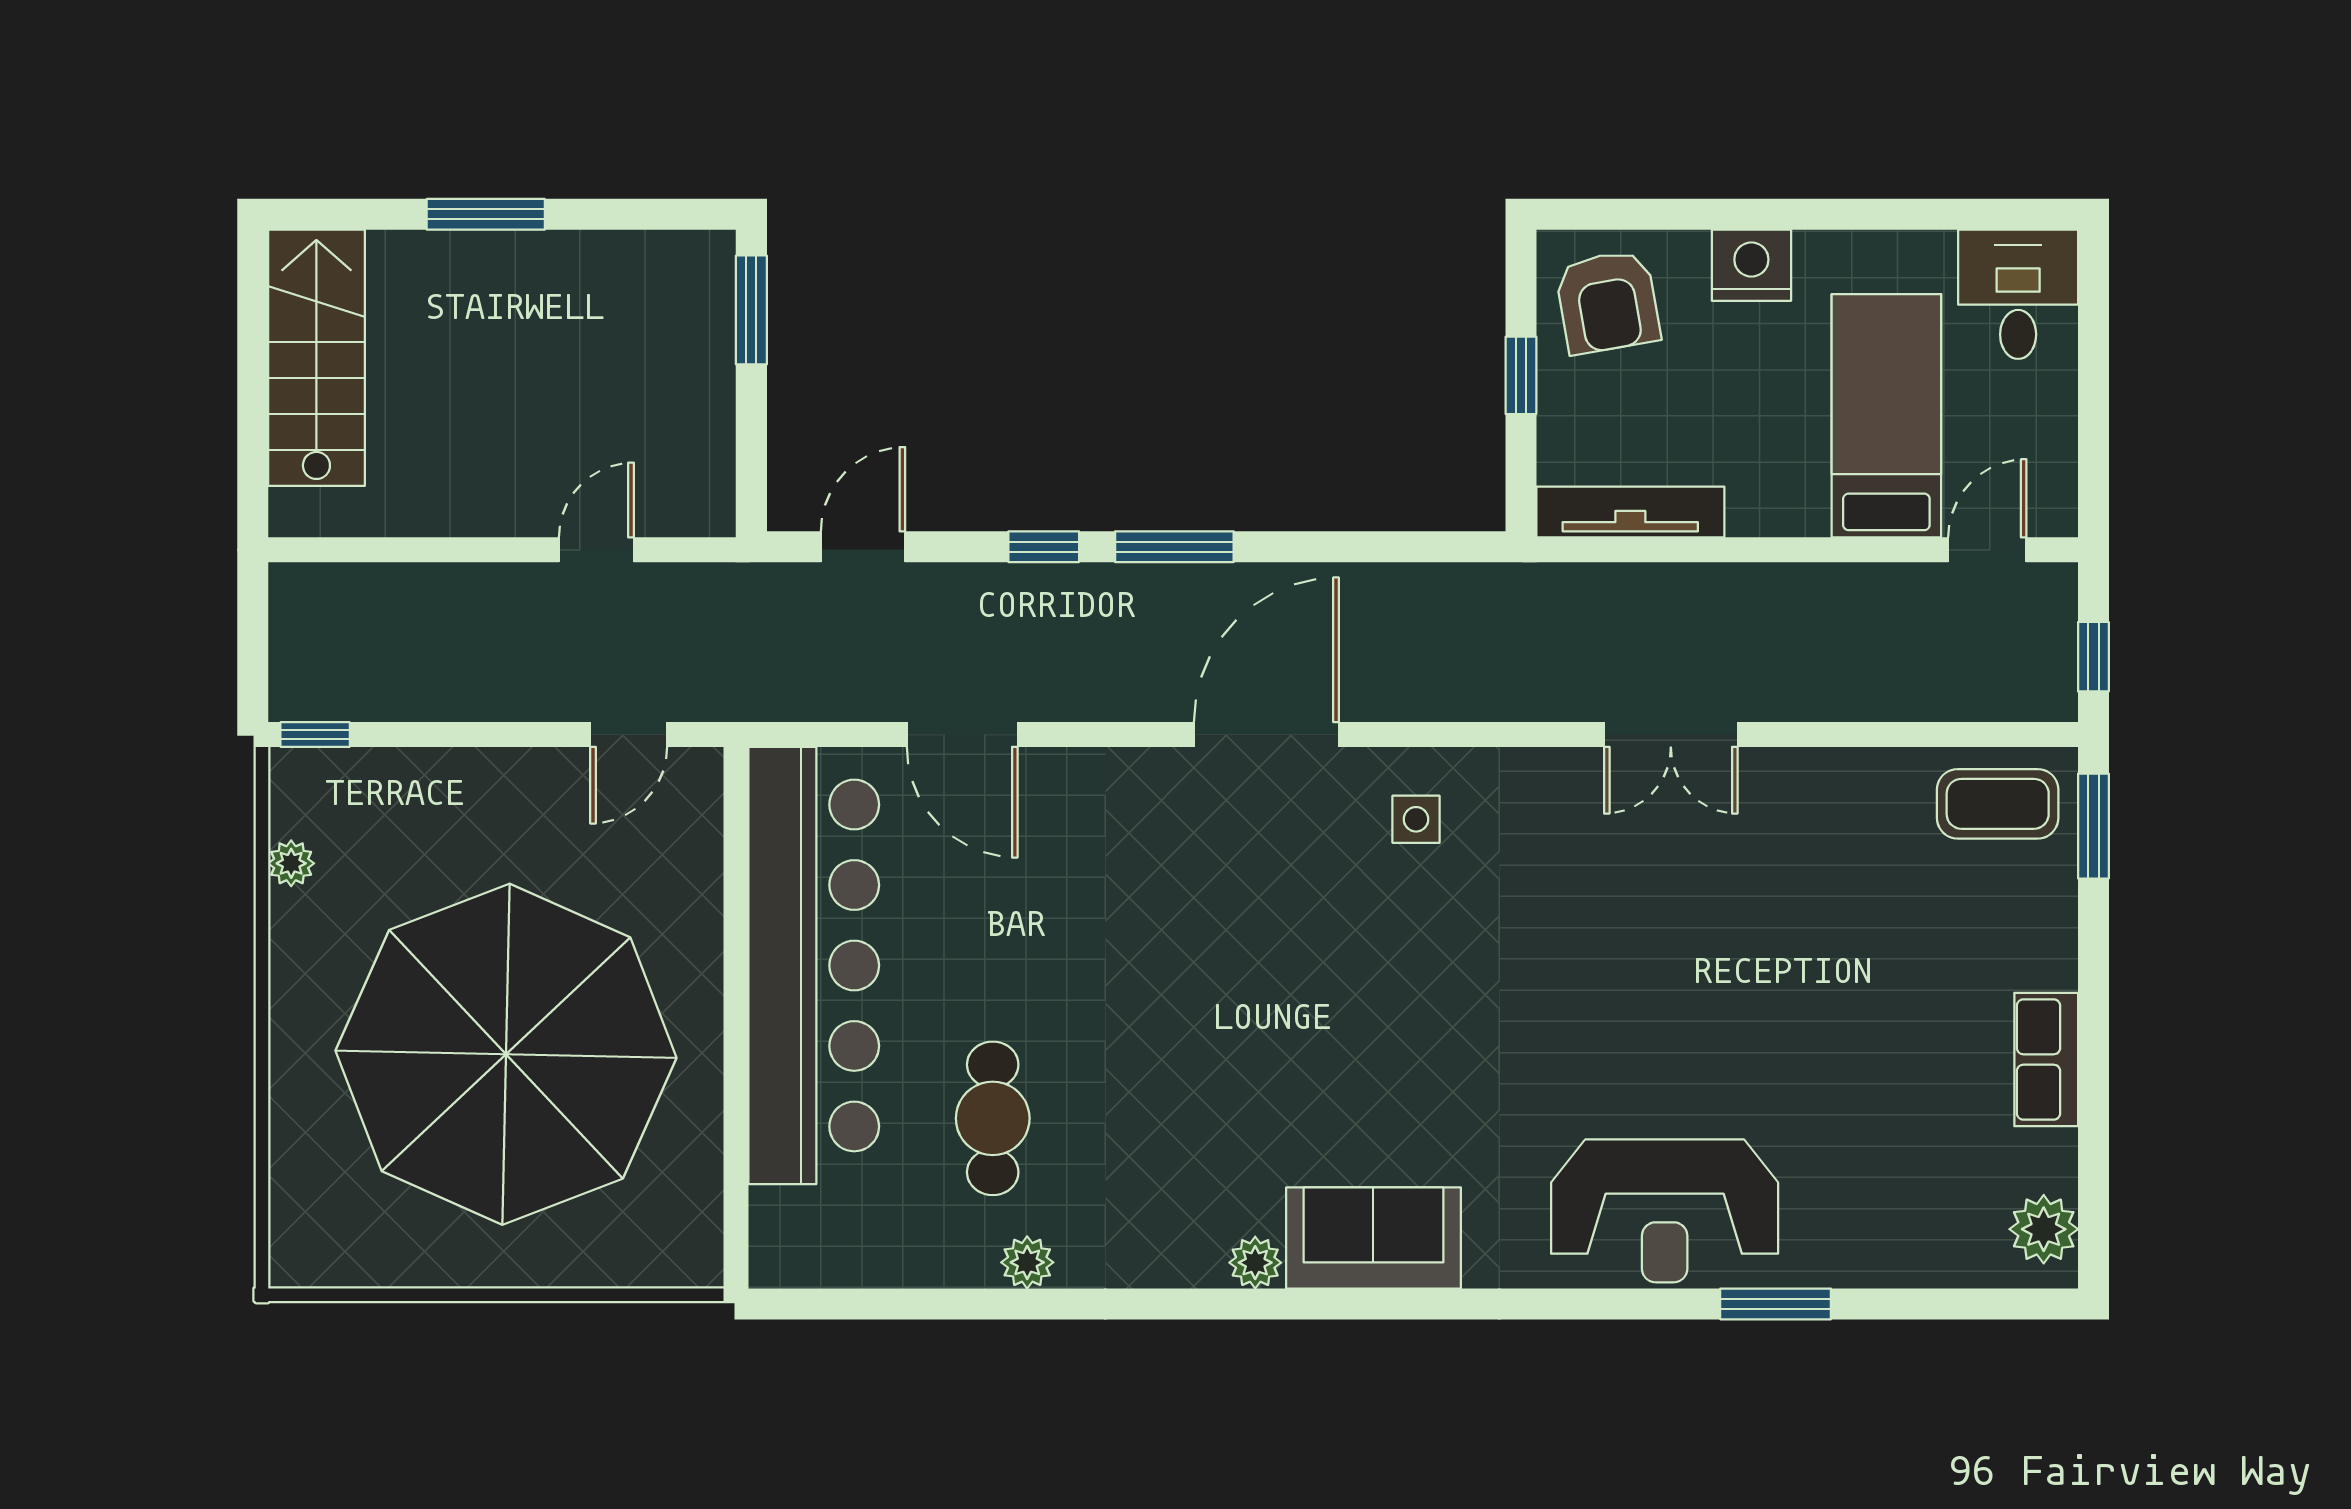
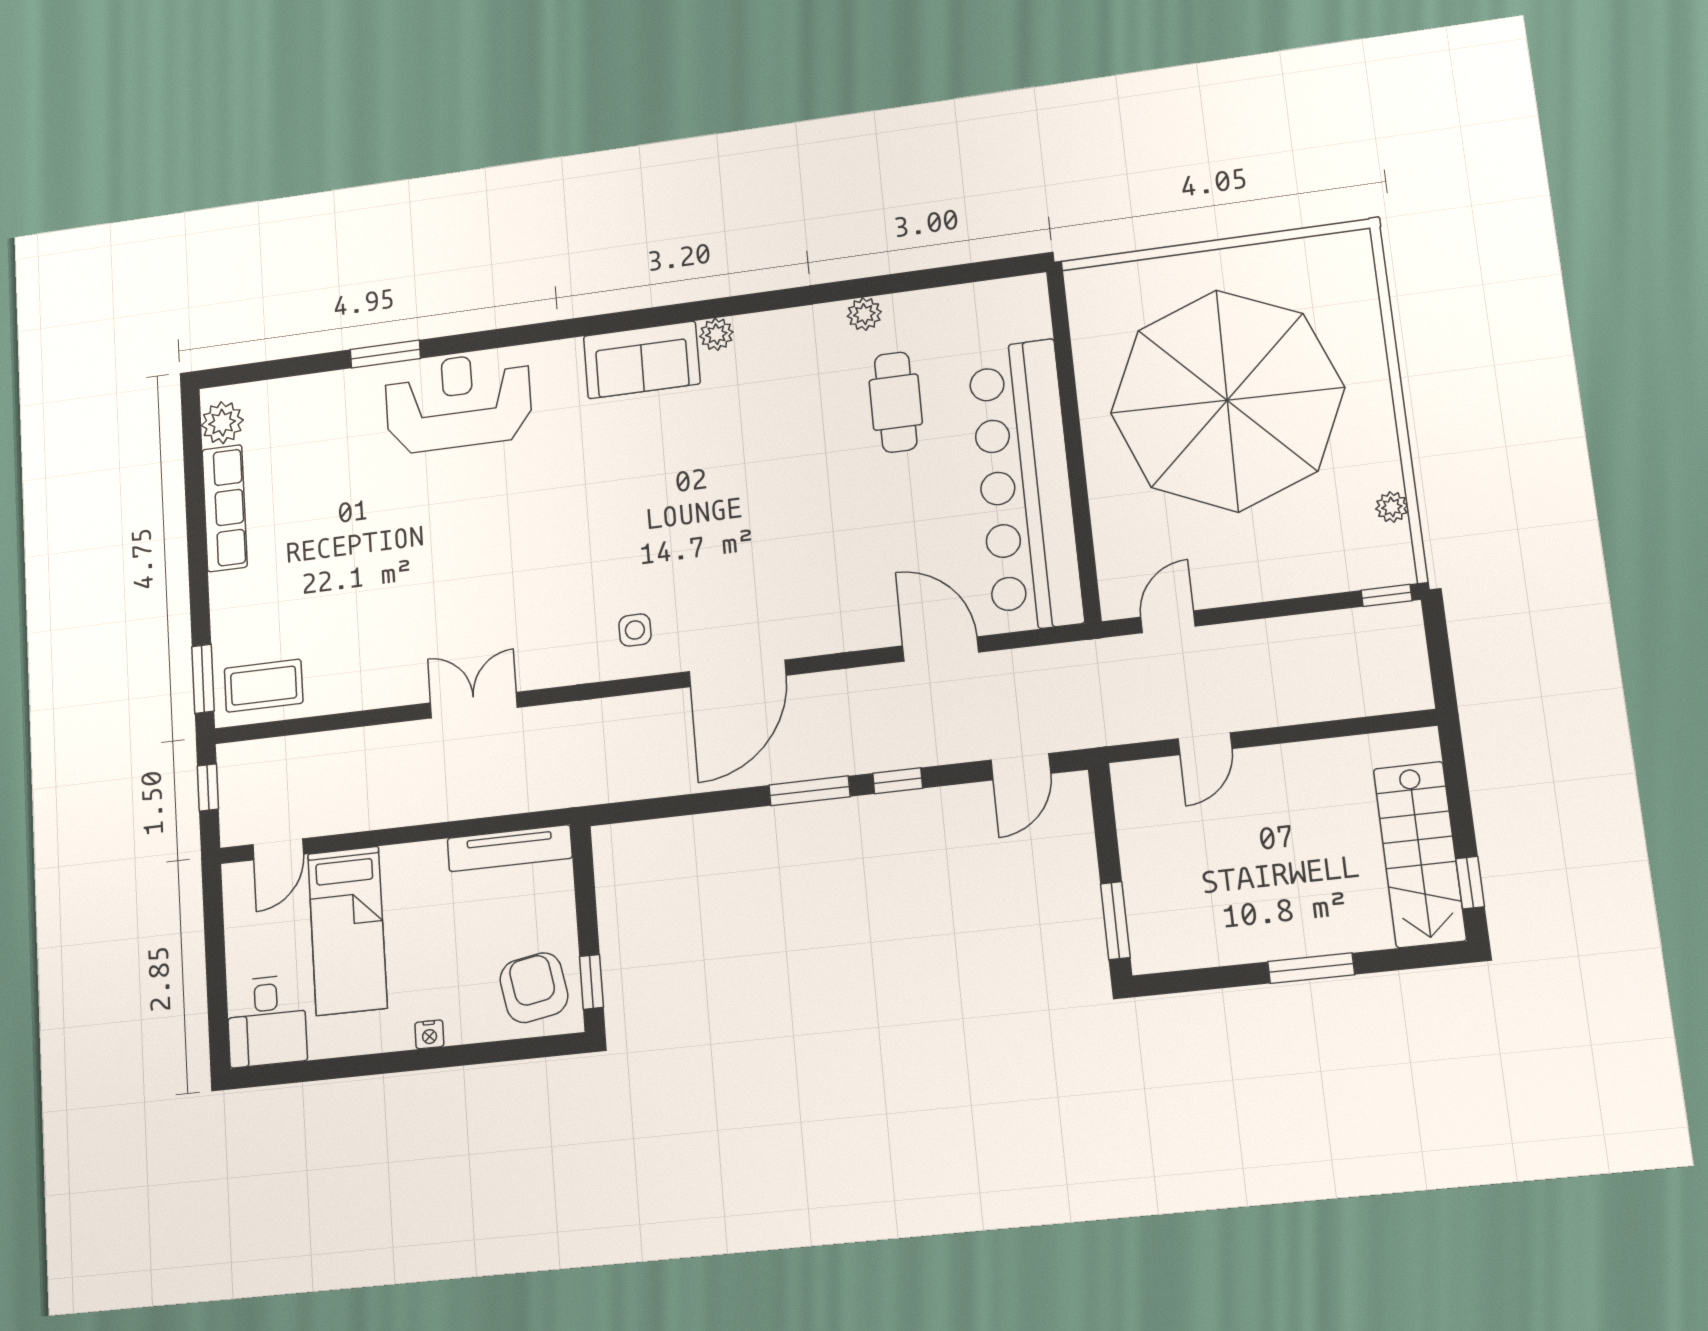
nightstand: (1751, 265) -> (429, 1034), width x0.53, depth x0.56
window: (253, 310) -> (1470, 883), added
window: (1521, 375) -> (591, 982), moved
row of seats: (2046, 1059) -> (225, 508), width x1.48

